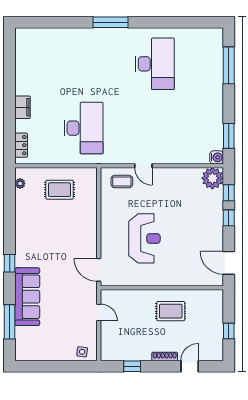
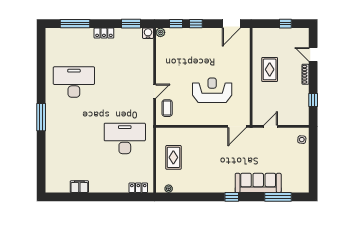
locker: (217, 102) -> (104, 33), added
filing cabinet: (23, 107) -> (79, 187), moved
plant: (212, 178) -> (160, 32), width x0.53, depth x0.53

